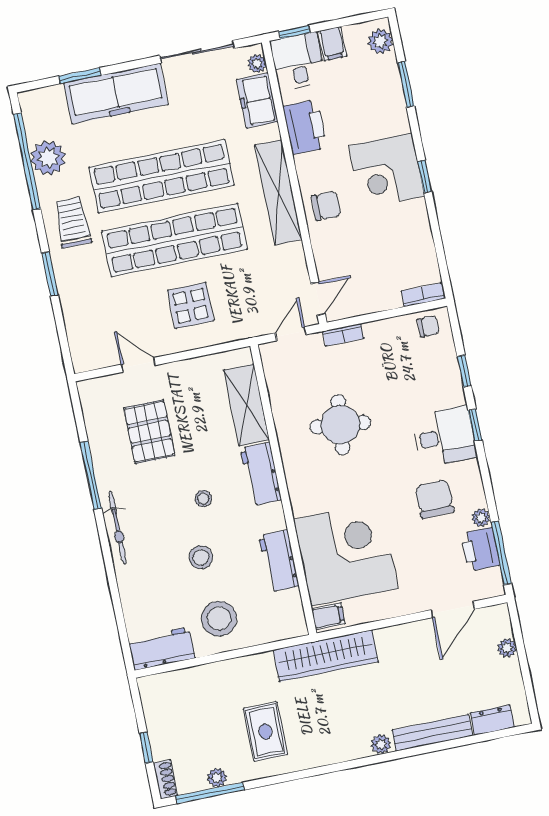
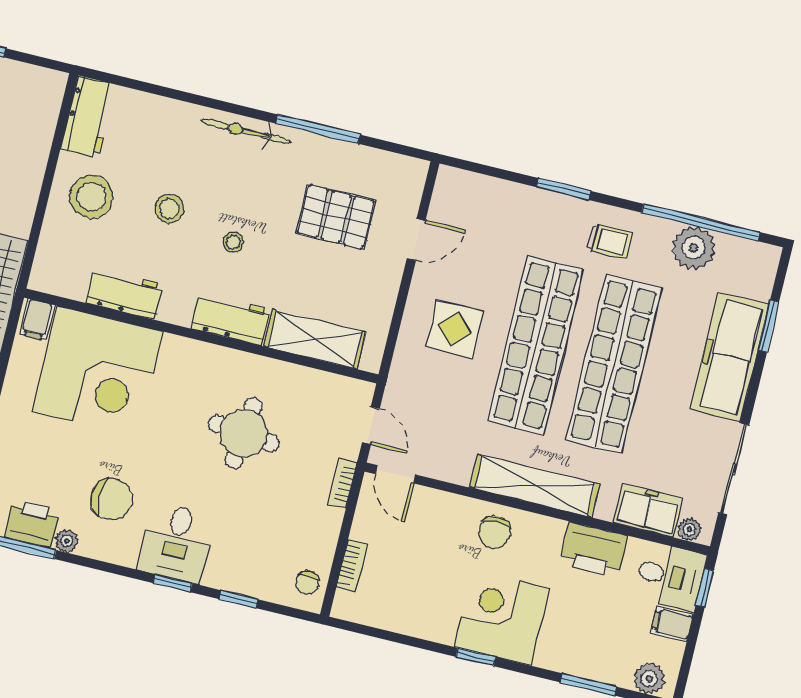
trolley: (73, 222) -> (609, 241), width x0.73, depth x0.72
bookcase: (423, 295) -> (352, 565), moved

